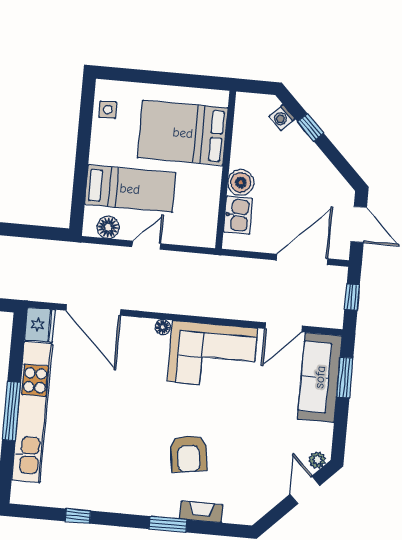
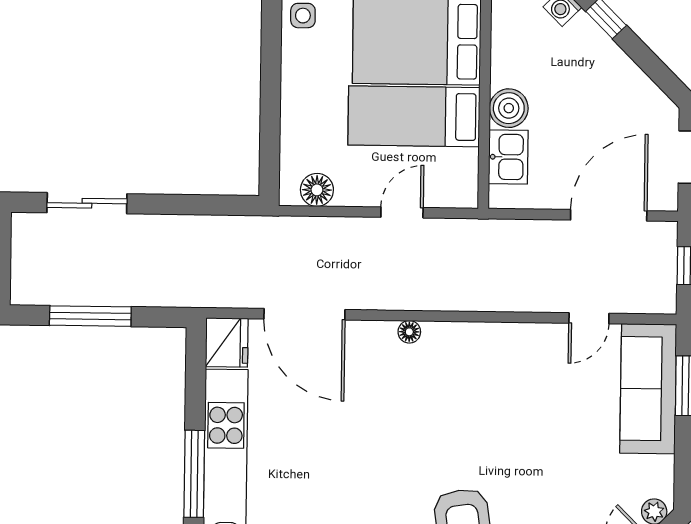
bed: (130, 189) -> (414, 116), moved, turned 180
door: (146, 245) -> (402, 212), moved
door: (284, 327) -> (589, 318), width x0.73
corner sofa: (213, 355) -> (486, 367), removed

